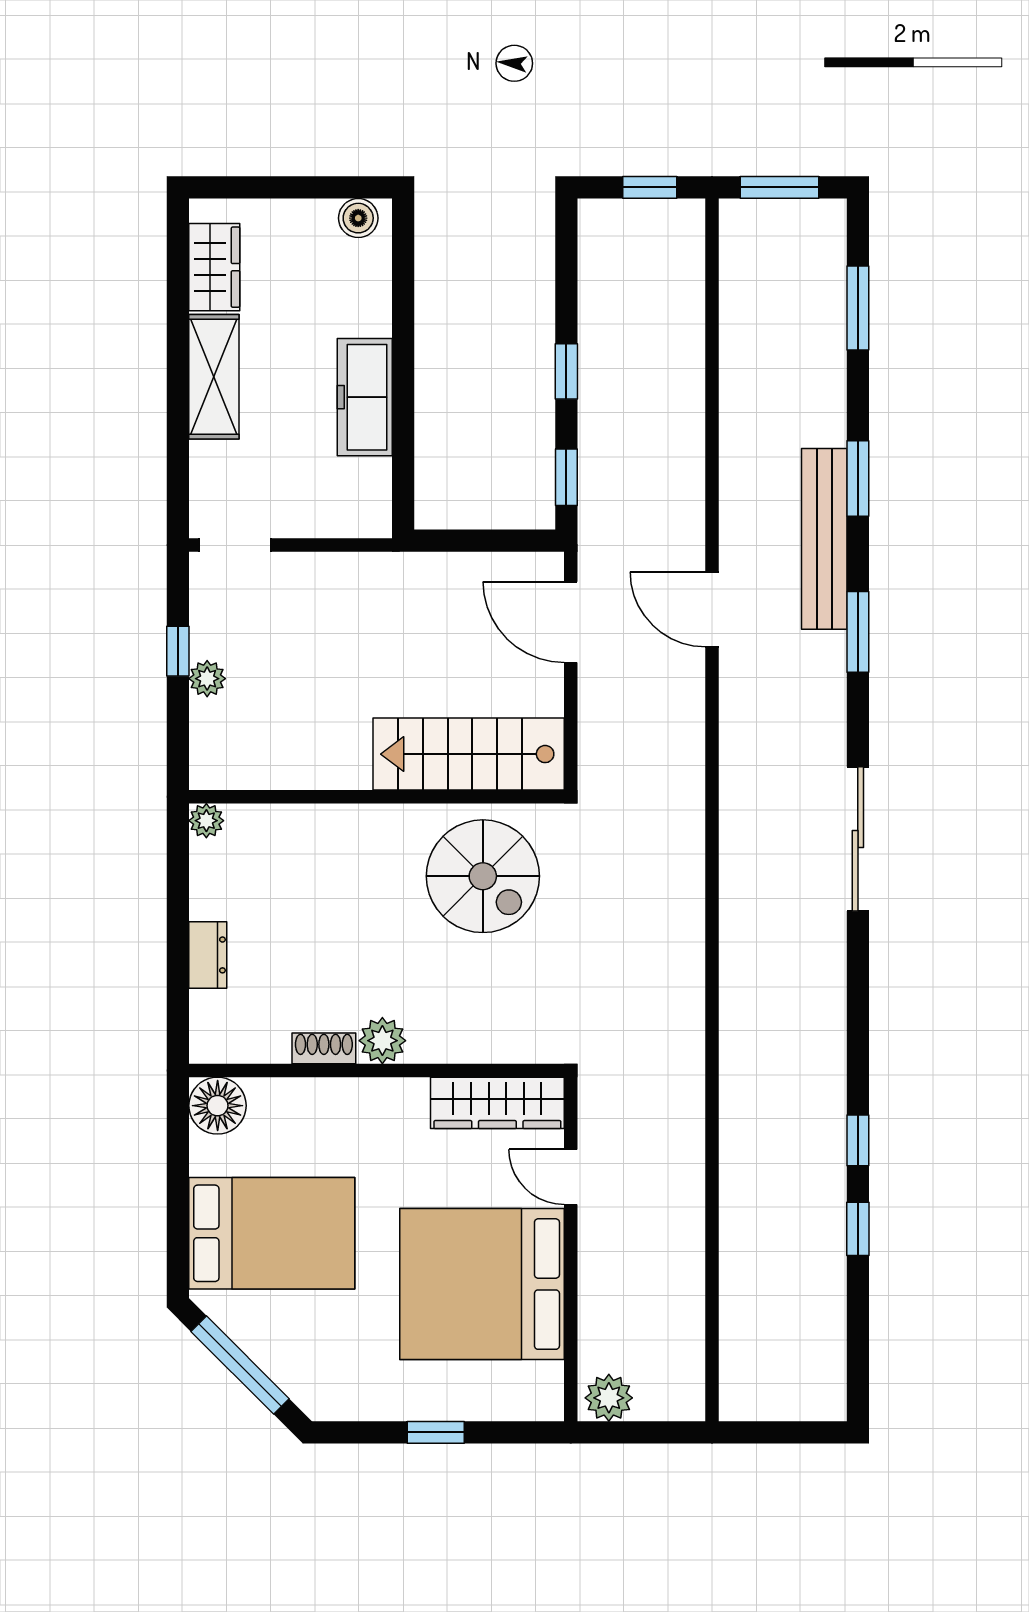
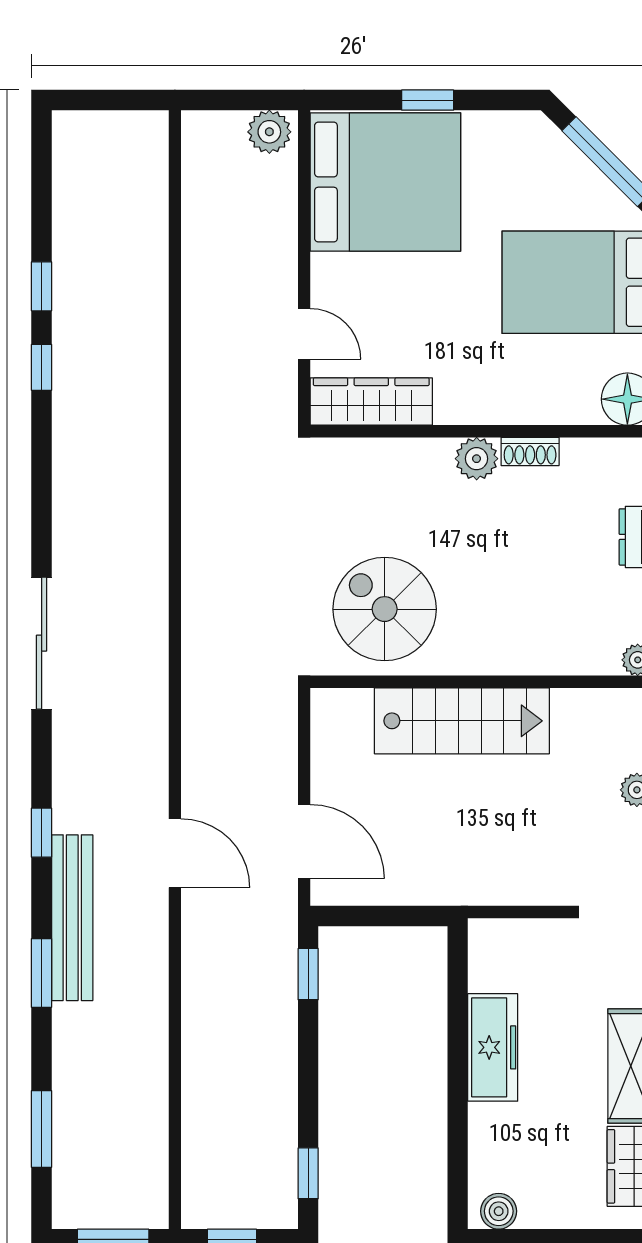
window: (566, 371) -> (308, 1173), moved
window: (858, 632) -> (42, 833), width x0.67
stairs: (469, 754) -> (462, 721), moved
bed: (482, 1284) -> (385, 182), moved

